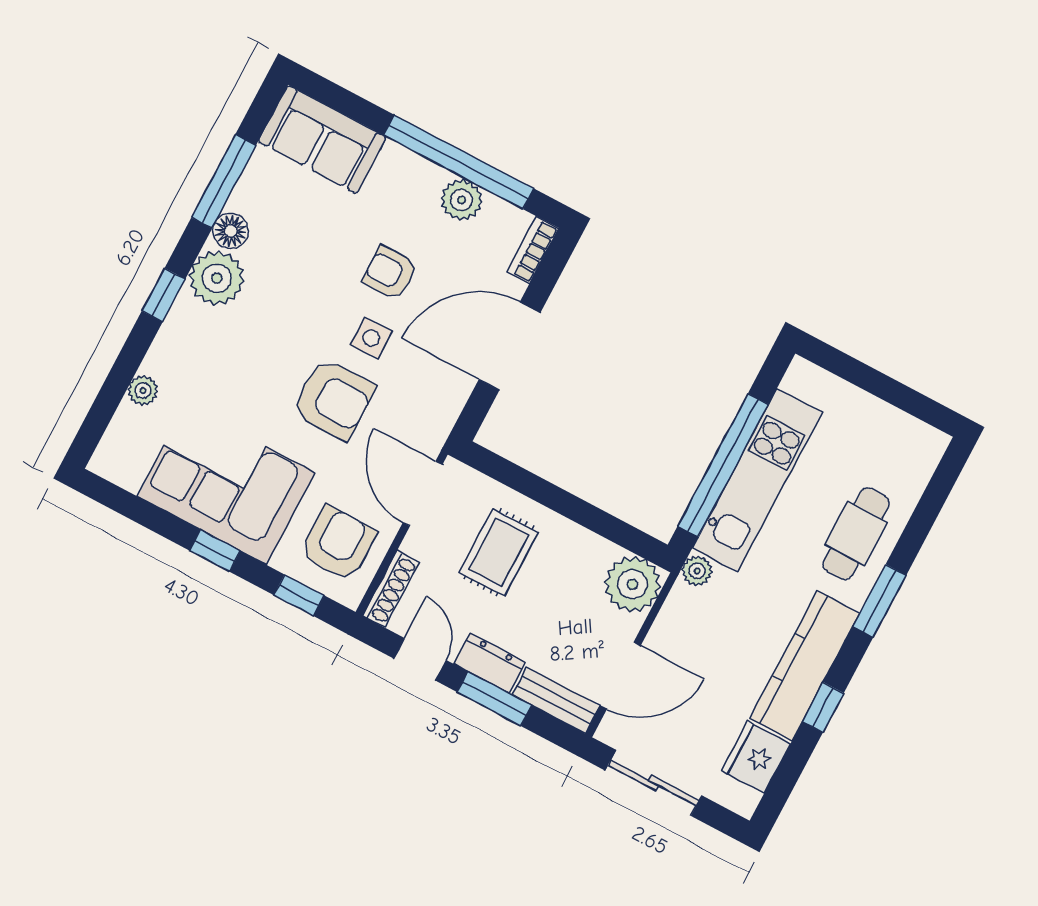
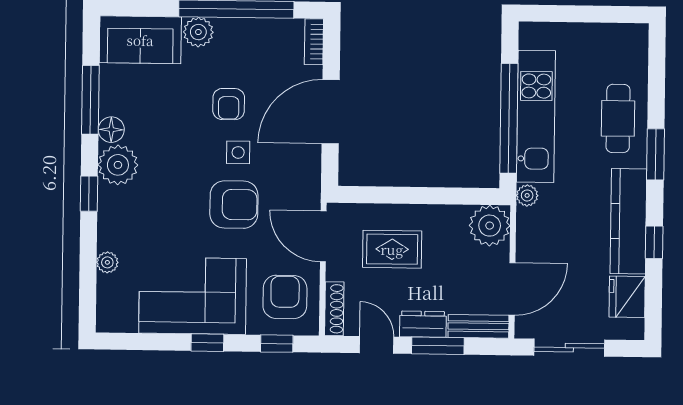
plant: (462, 200) -> (198, 32), moved
armchair: (390, 273) -> (229, 104), turned -90
rug: (499, 552) -> (392, 249), turned 90

